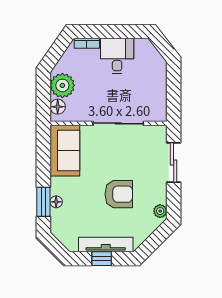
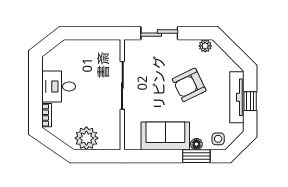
floor lamp: (58, 107) -> (107, 143), removed
sofa: (65, 151) -> (165, 136), moved
armchair: (119, 194) -> (189, 85), turned -116
side table: (62, 225) -> (218, 139), added

